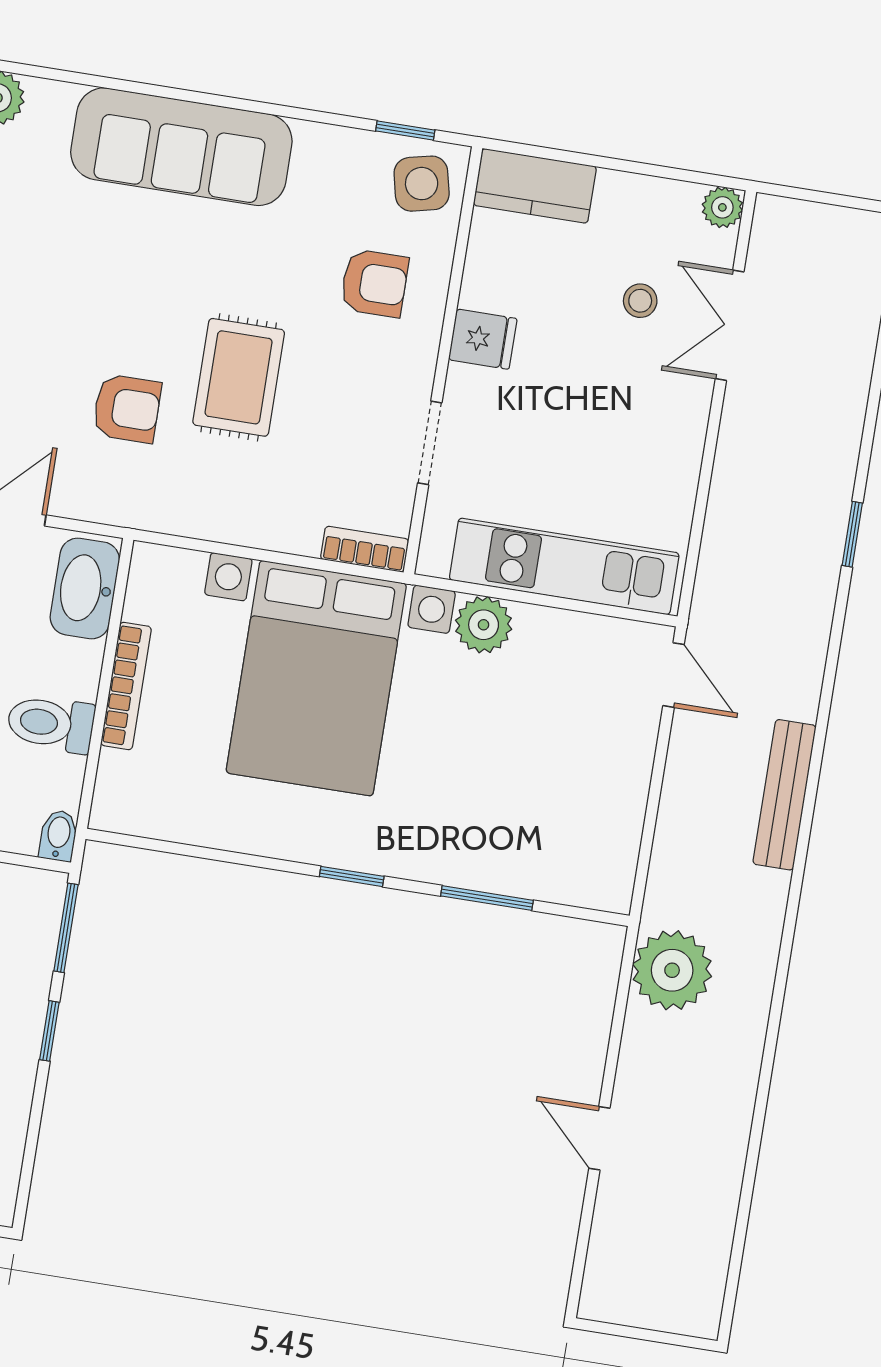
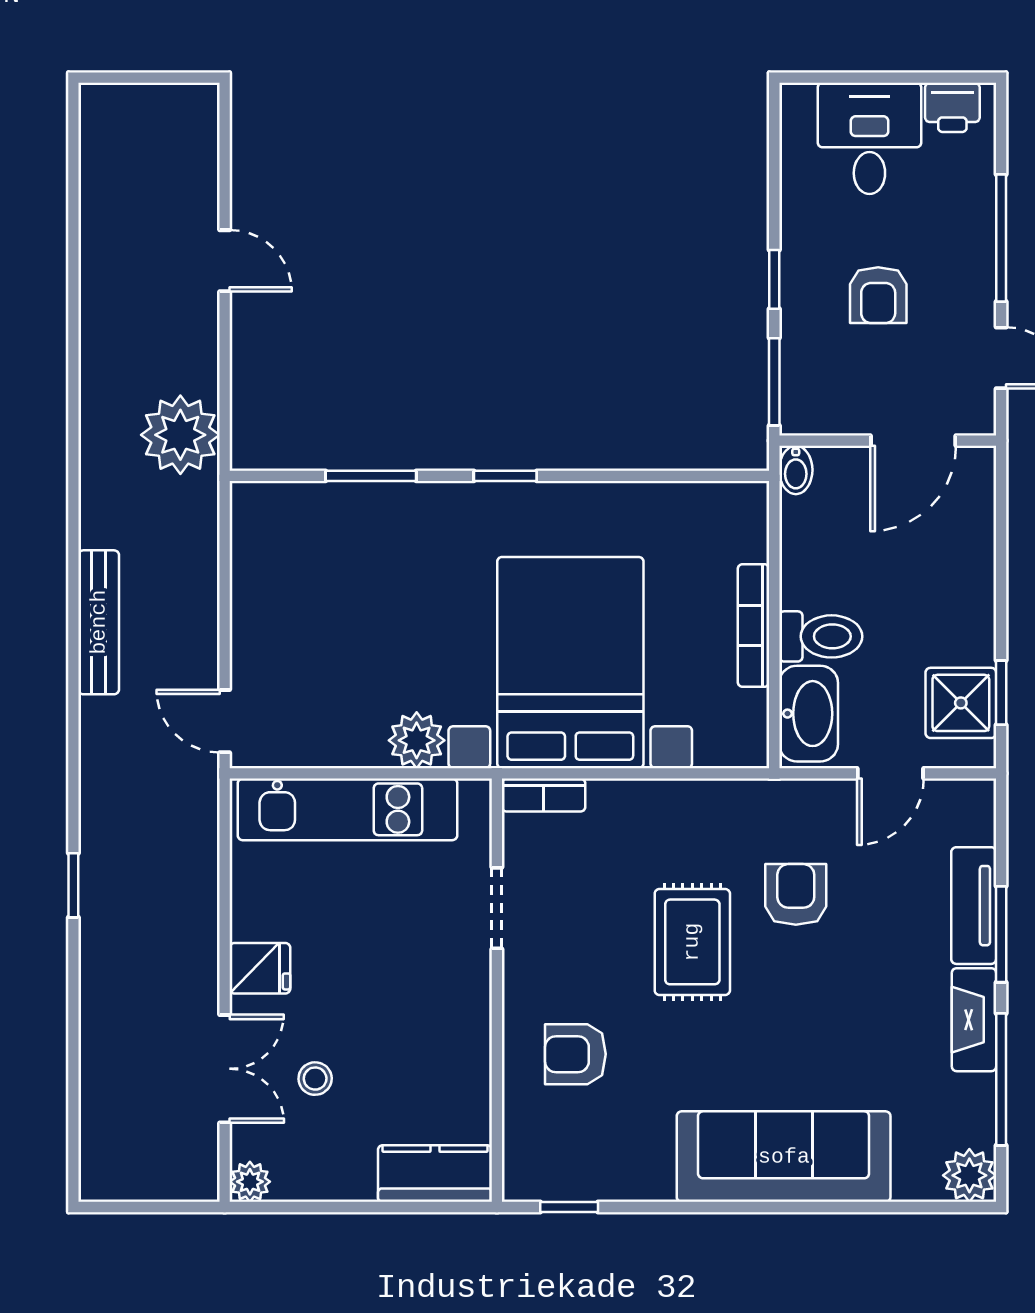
side table: (422, 184) -> (545, 1158), removed
fridge: (483, 339) -> (260, 968), moved, turned 180
armchair: (127, 408) -> (796, 894), turned 90
toilet: (51, 724) -> (821, 636), moved

